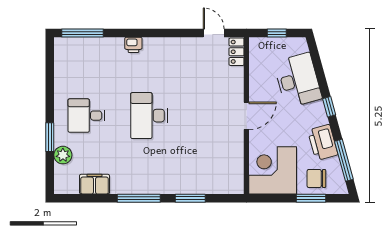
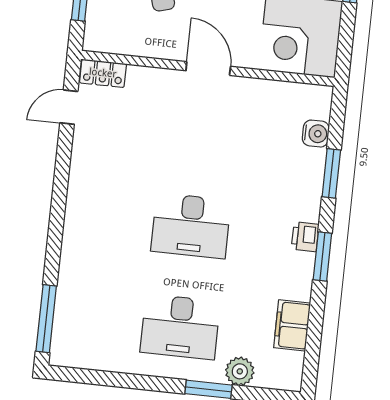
printer: (133, 45) -> (305, 237), moved, turned 180
desk: (86, 116) -> (180, 327), width x1.37
water cooler: (214, 186) -> (316, 134), added
window: (139, 198) -> (322, 257), width x0.69

